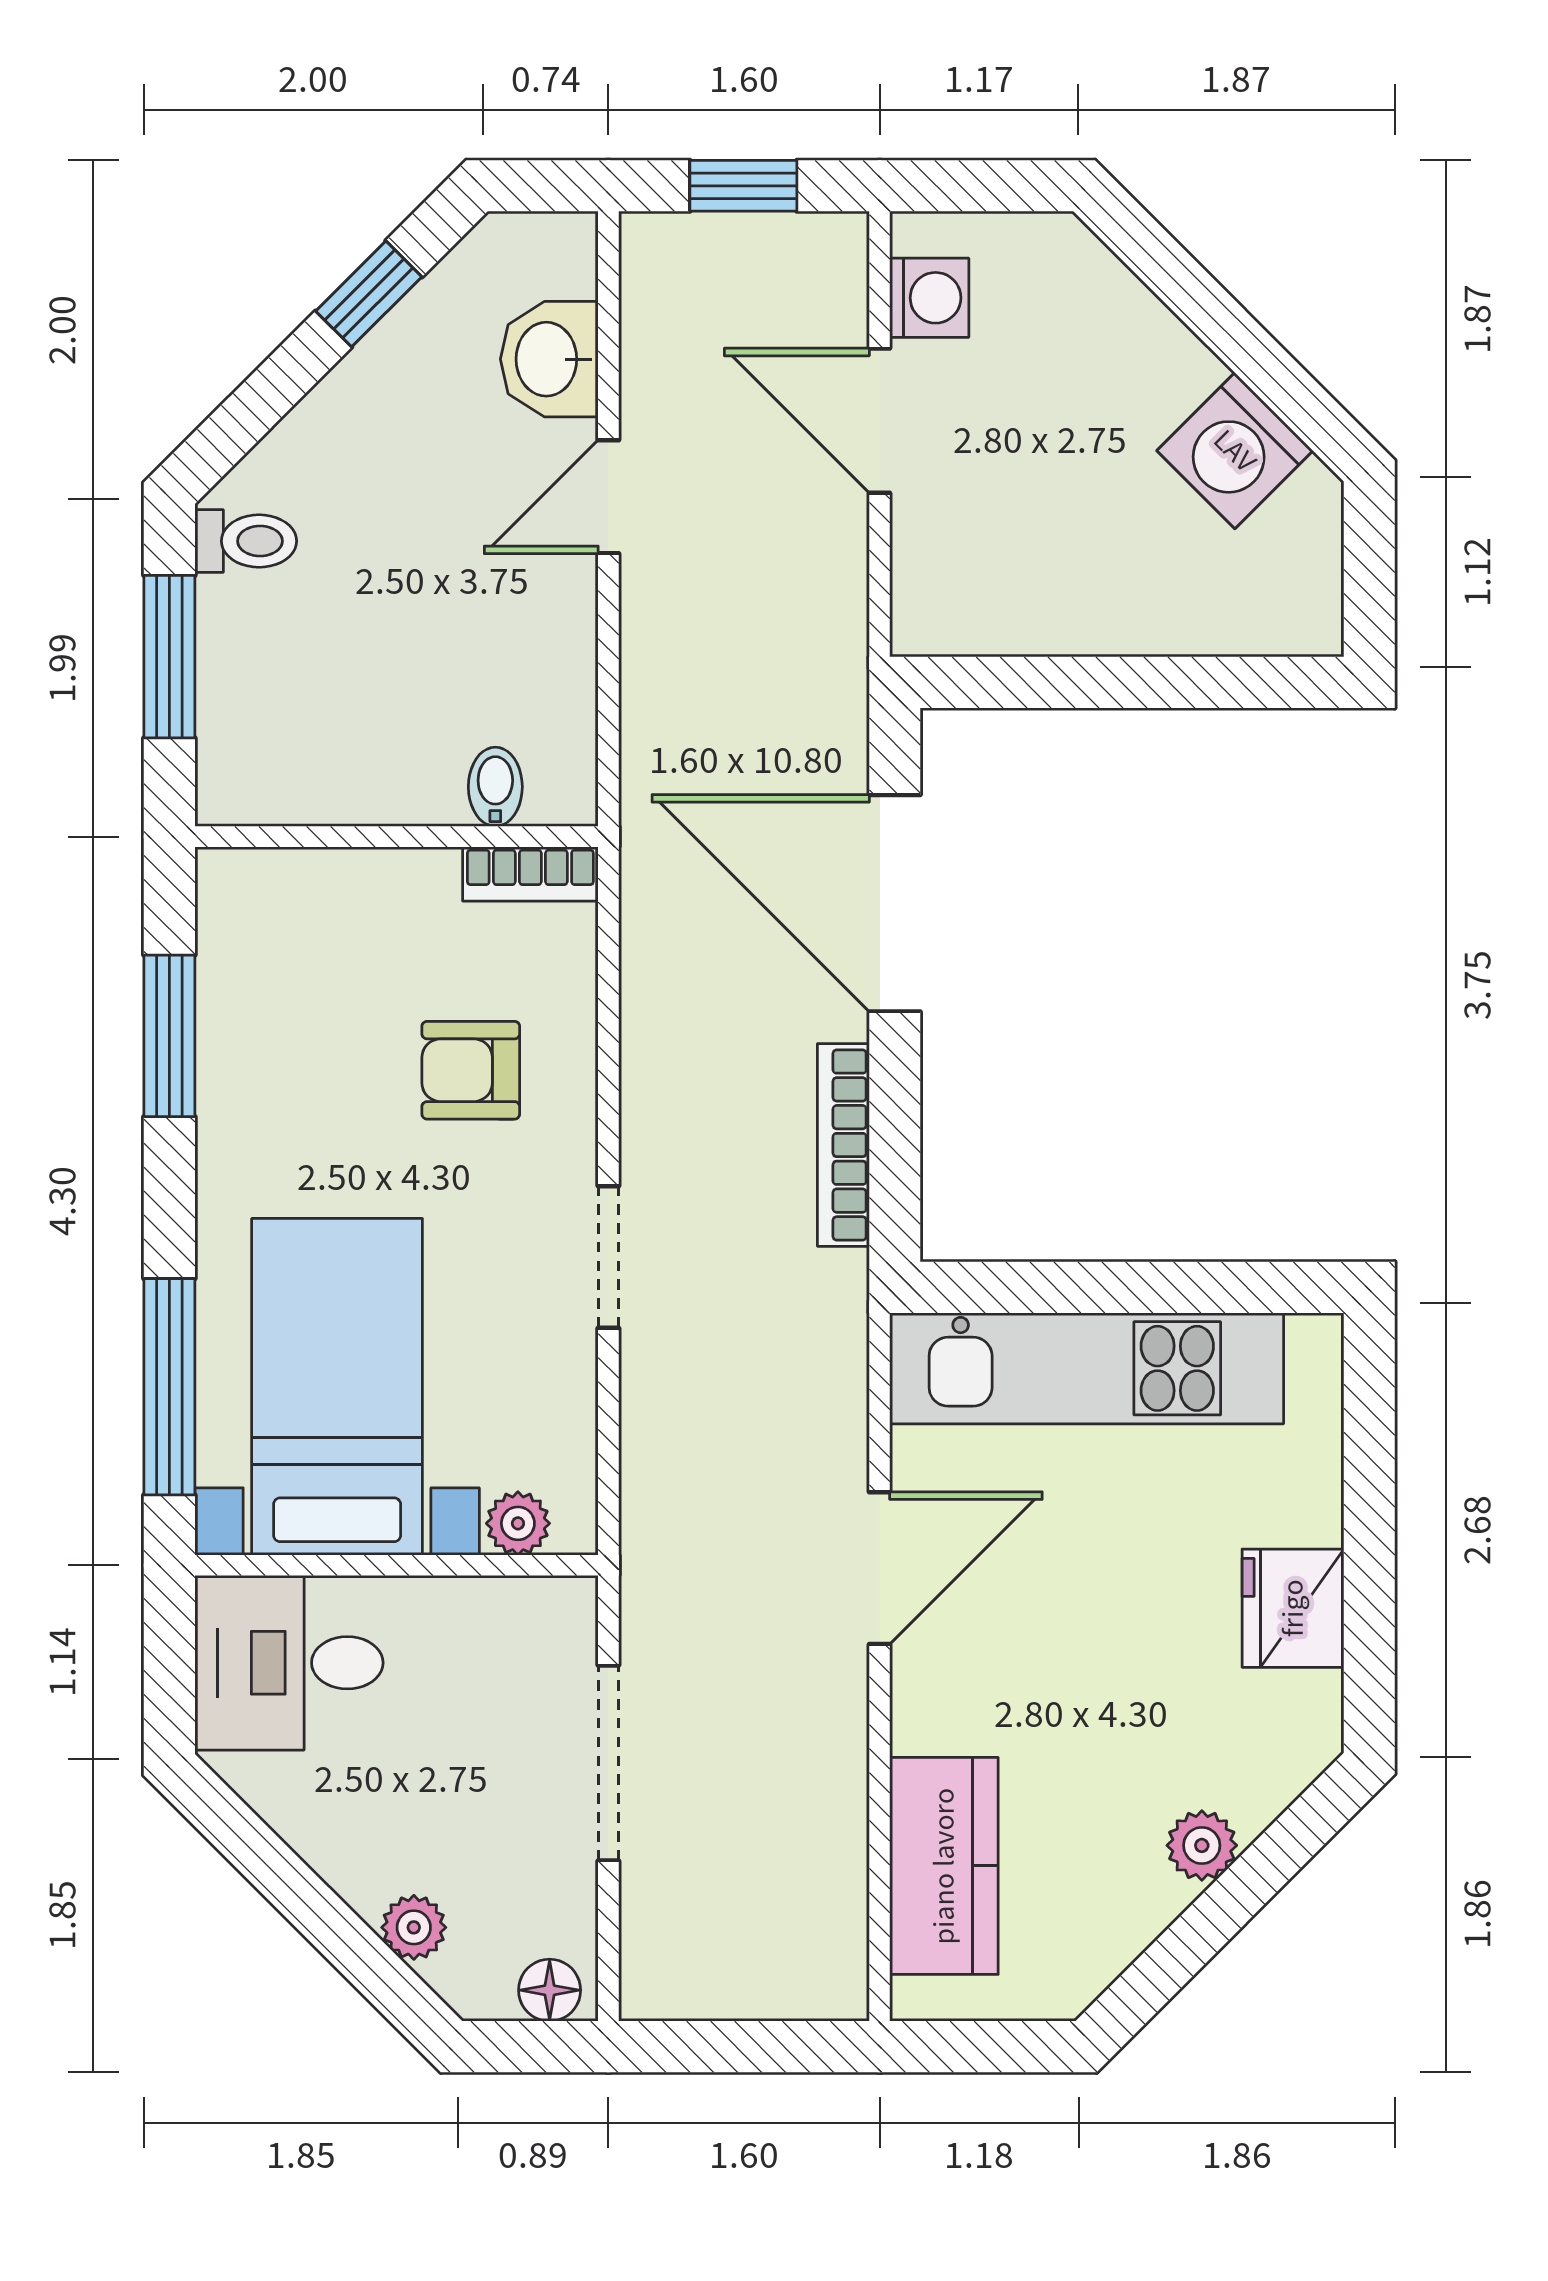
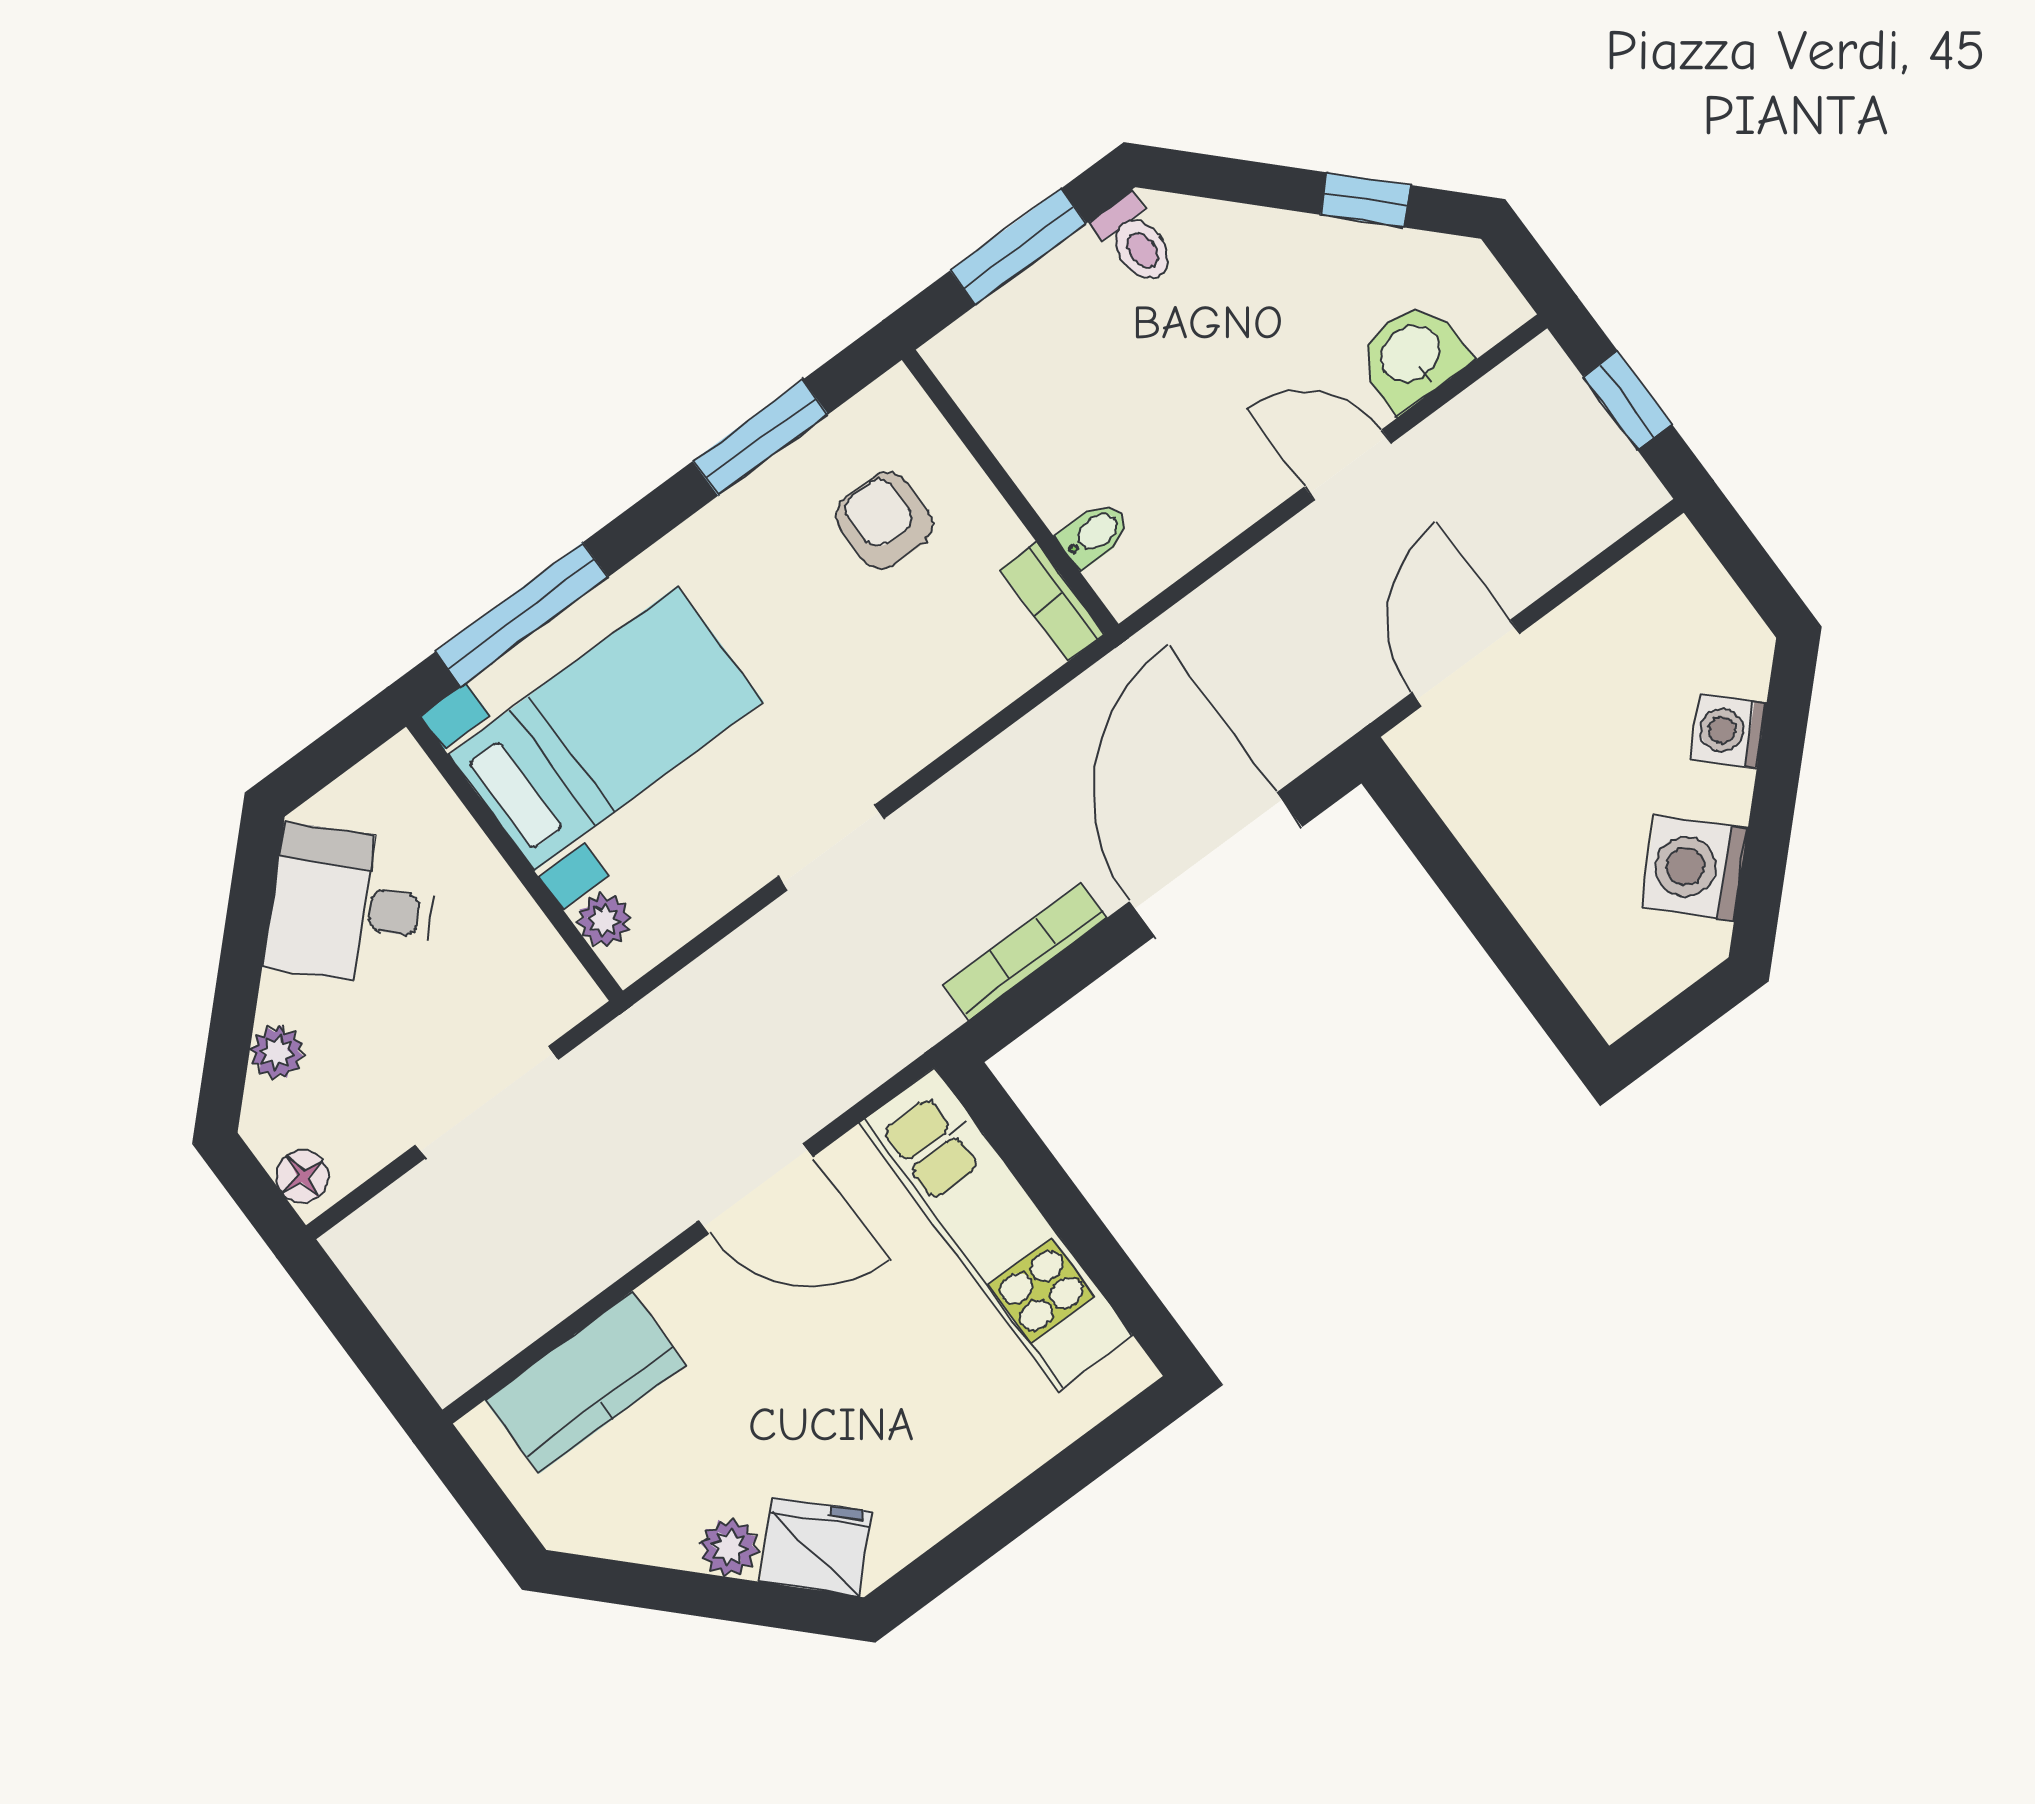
washing machine: (929, 298) -> (1729, 731), moved, turned 135
door: (880, 421) -> (1466, 663), moved
armchair: (471, 1070) -> (884, 521), moved
fridge: (1293, 1608) -> (816, 1547), moved, turned 45
desk: (289, 1663) -> (352, 906), moved, turned -45

